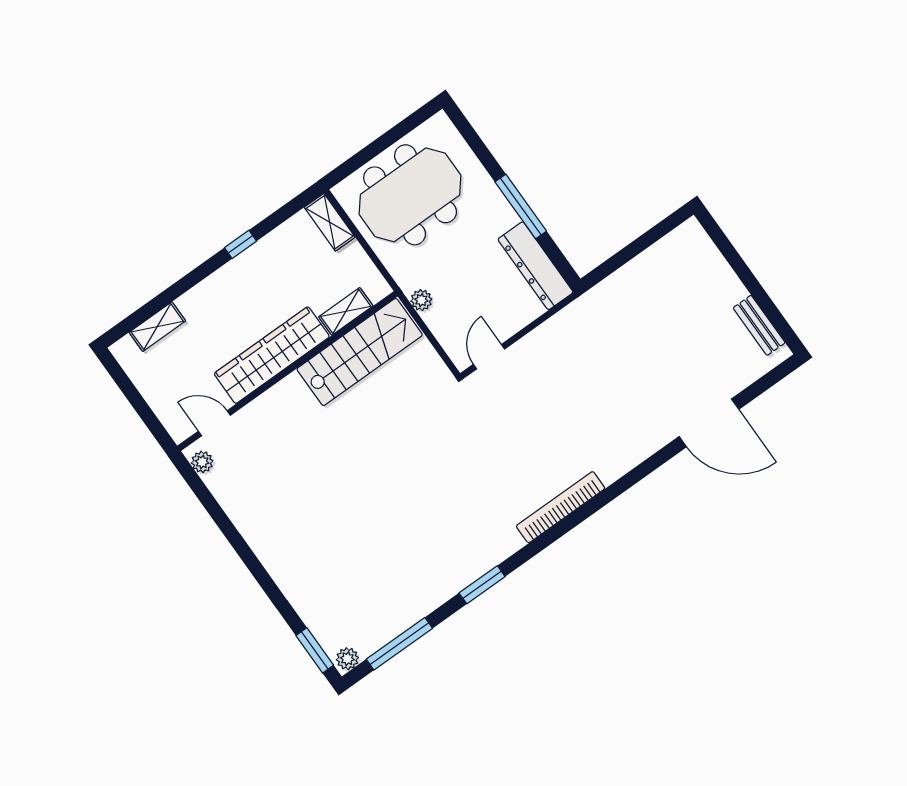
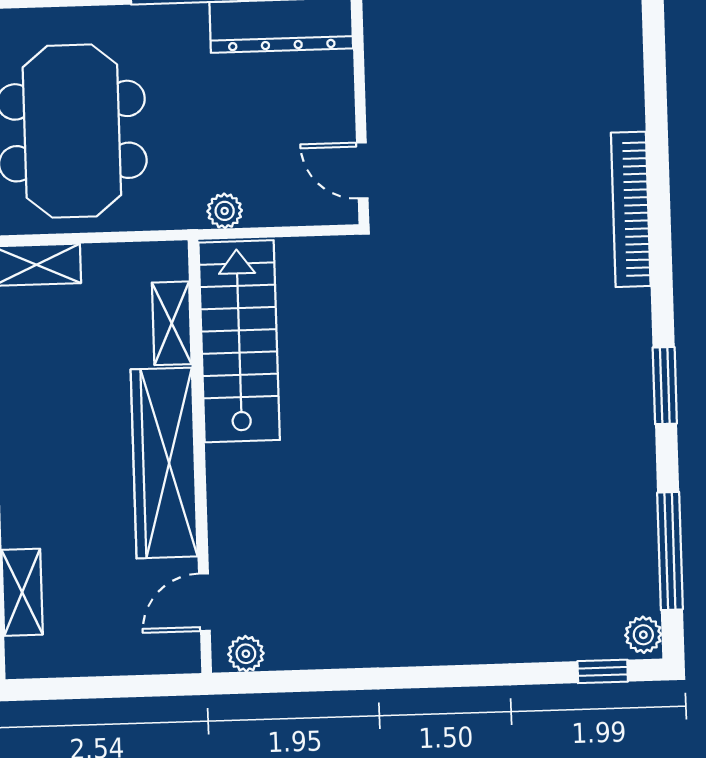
window: (315, 650) -> (603, 671), width x0.67

